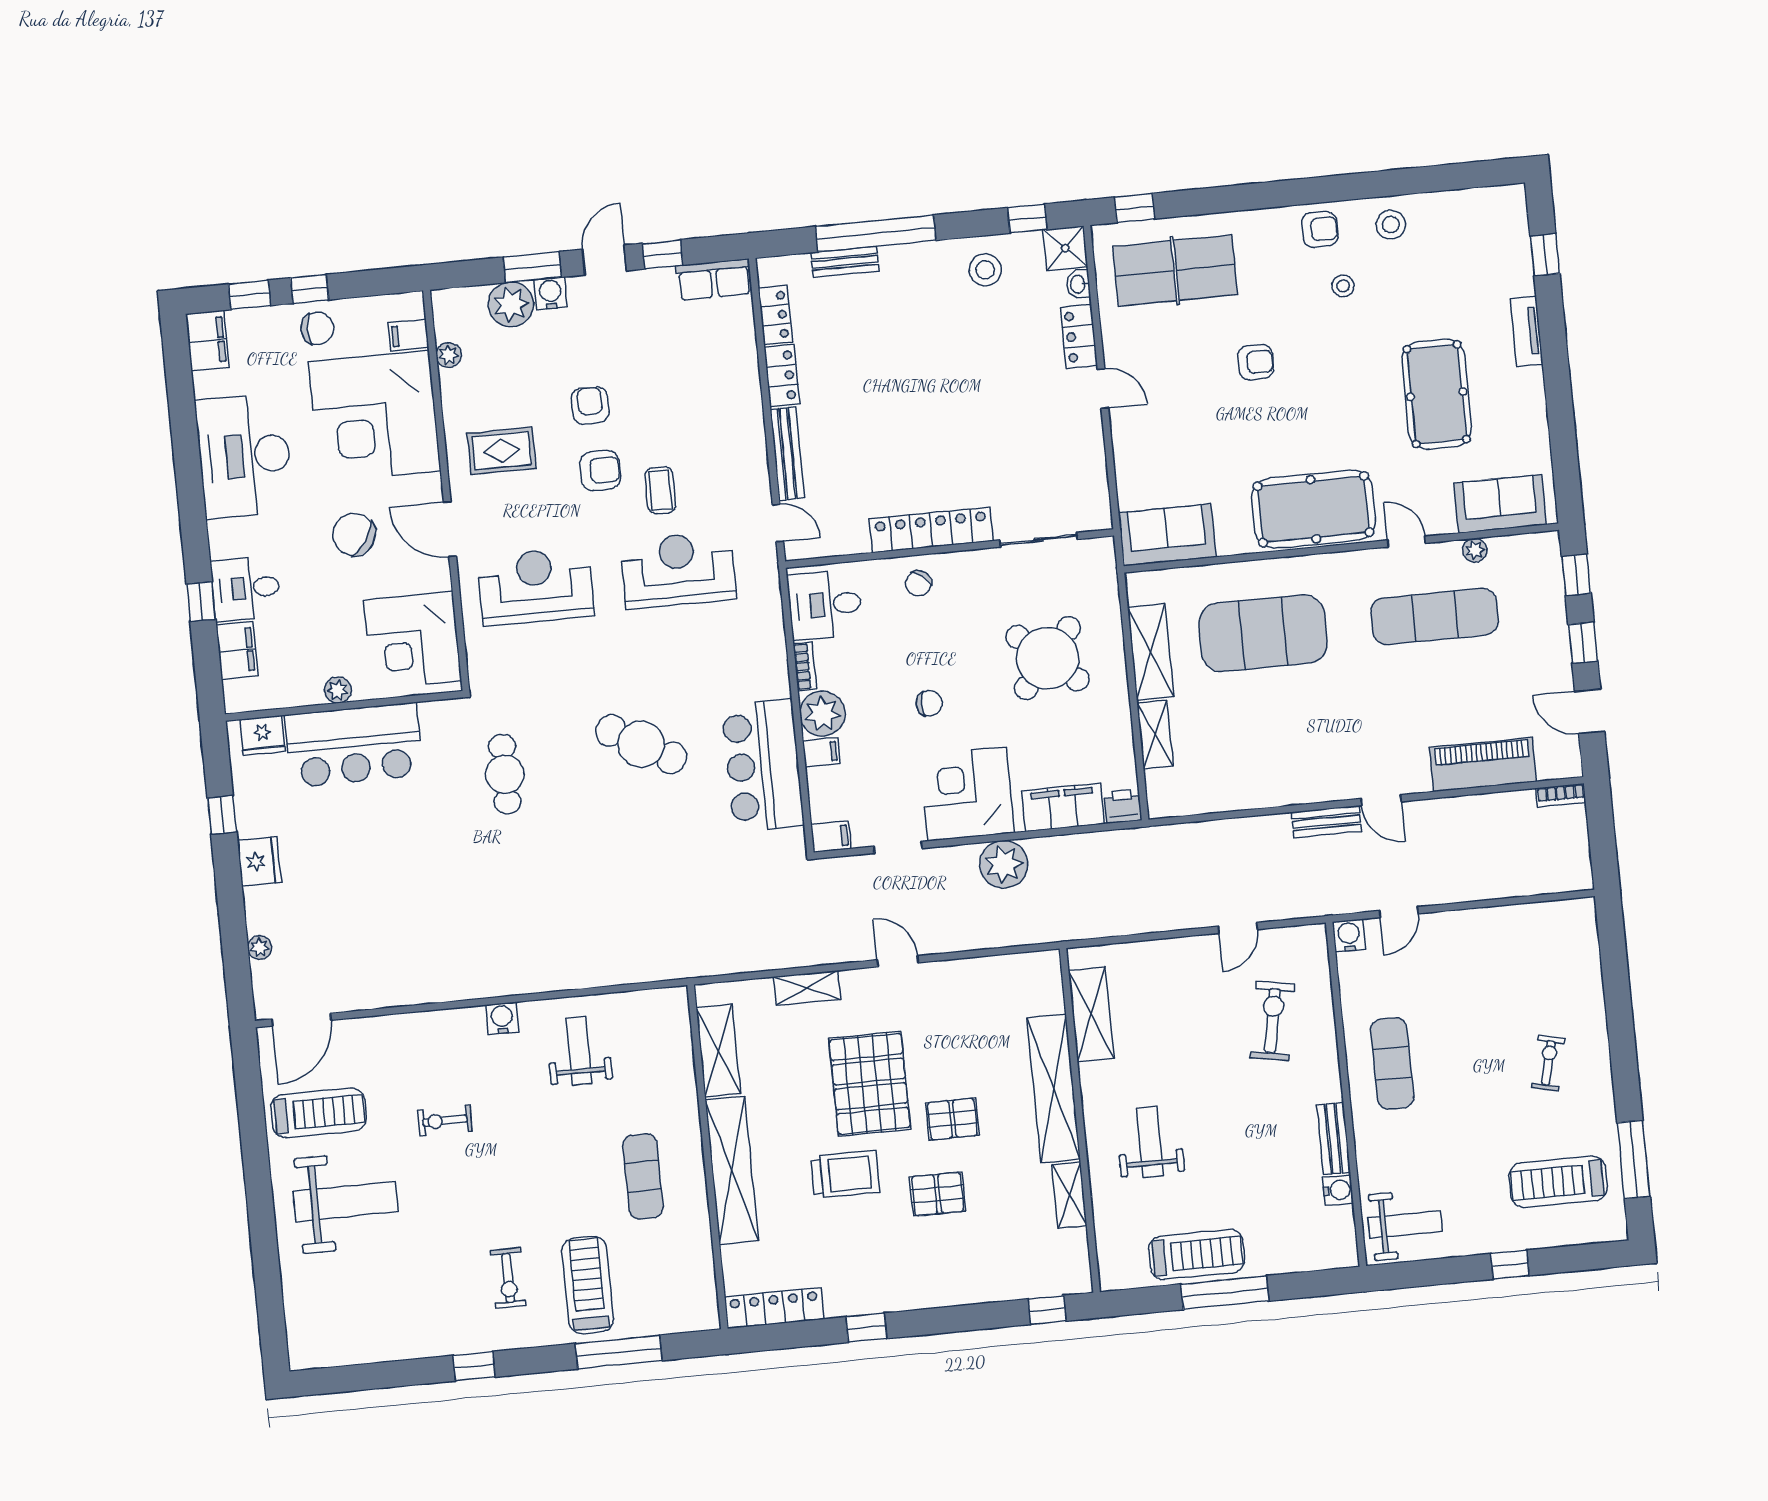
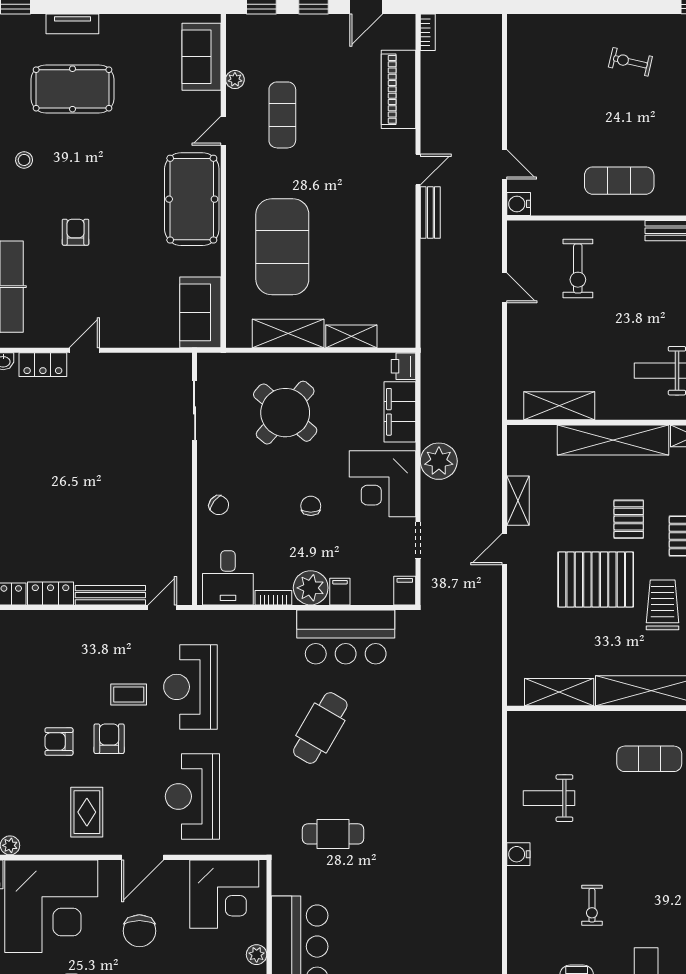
pool table: (1437, 394) -> (73, 89), moved
locker: (931, 530) -> (179, 491), removed
chair: (354, 535) -> (139, 931), turned -33
exercise mat: (1435, 616) -> (282, 115), width x0.73, depth x0.69
shelving: (807, 988) -> (518, 501), moved
exercise bike: (1272, 1021) -> (578, 268), turned -100

